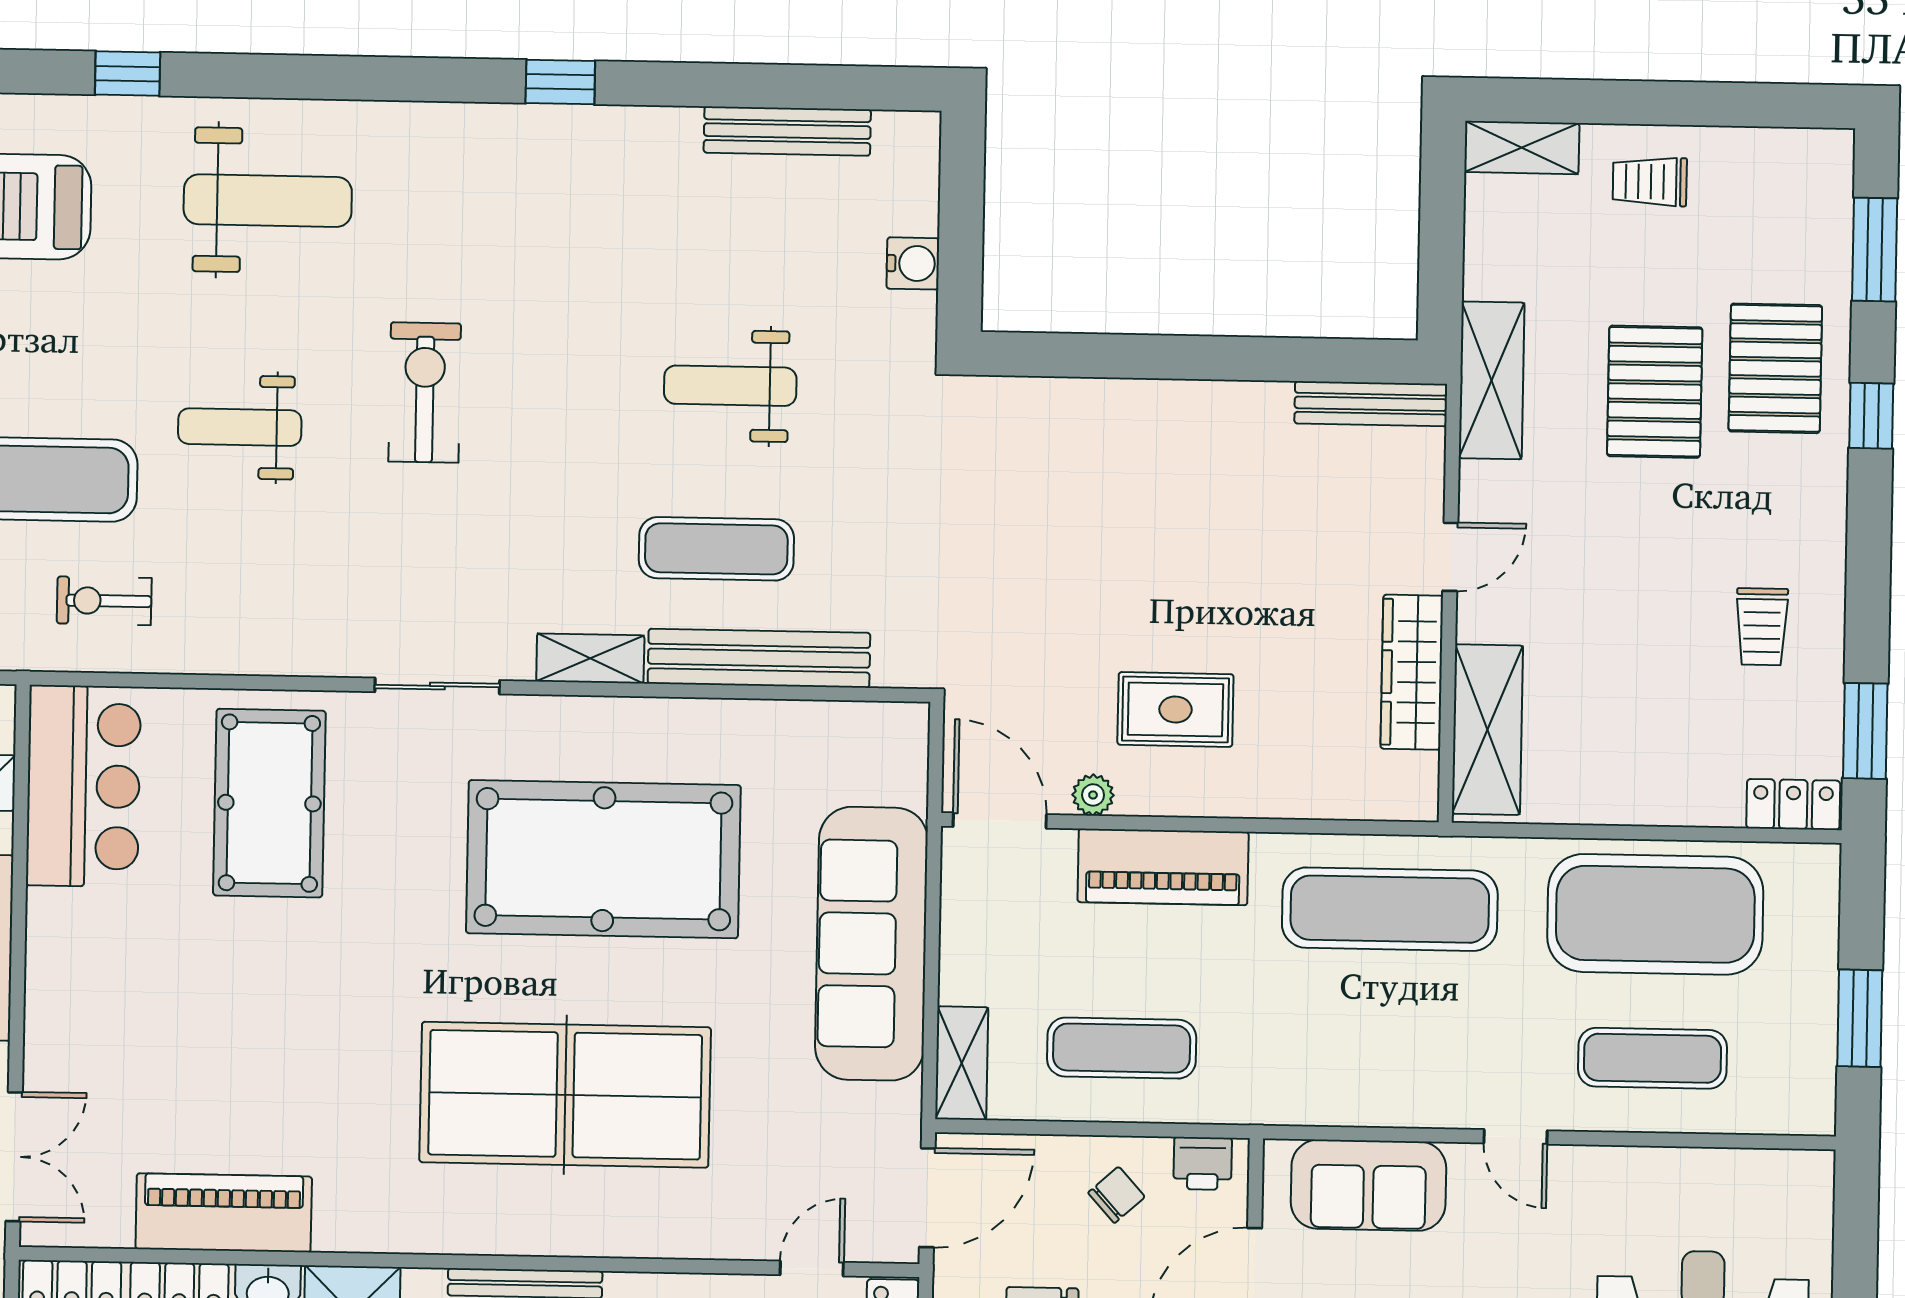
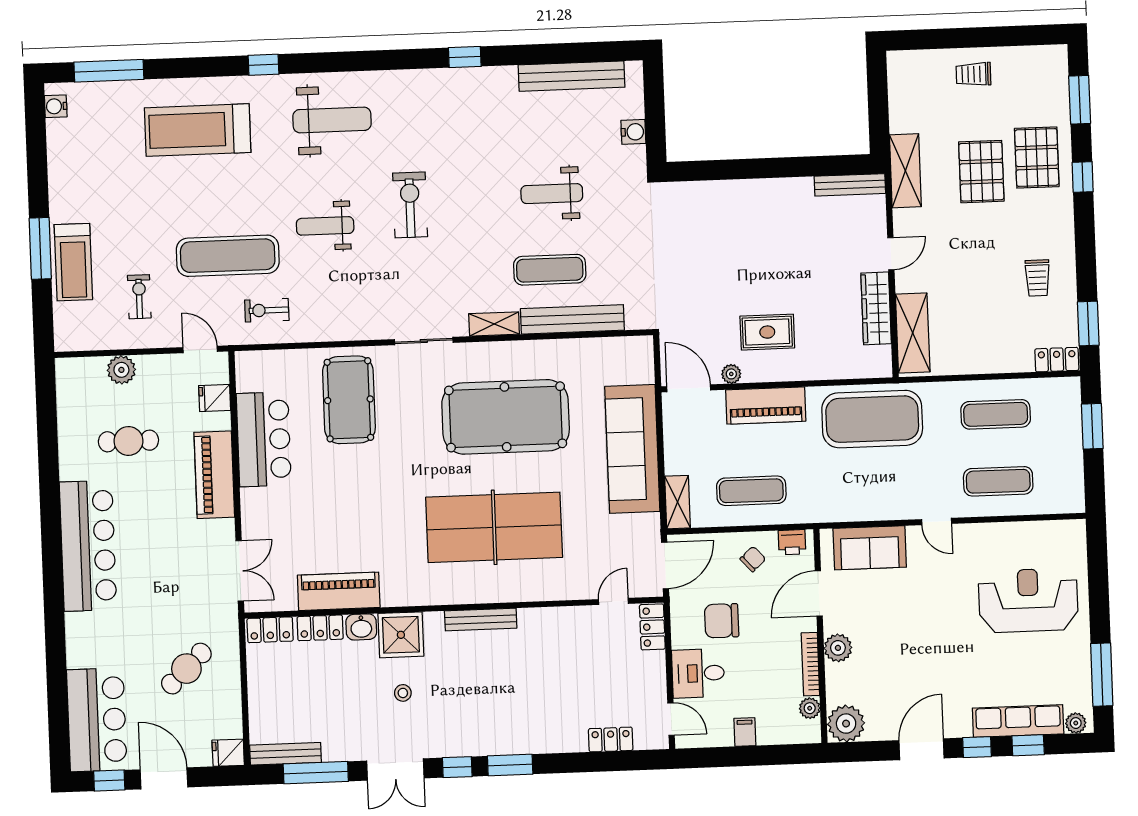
bench: (787, 131) -> (572, 76), width x1.37, depth x1.21
shelving: (1522, 148) -> (913, 62), removed
bar counter: (83, 786) -> (264, 439), moved
exercise mat: (1390, 909) -> (872, 419), width x1.47
exercise mat: (1655, 914) -> (996, 414), width x0.50, depth x0.69
window: (1860, 1018) -> (1092, 426), moved

